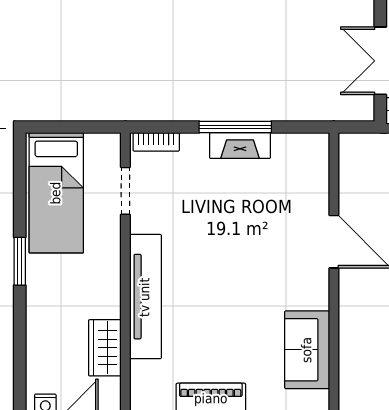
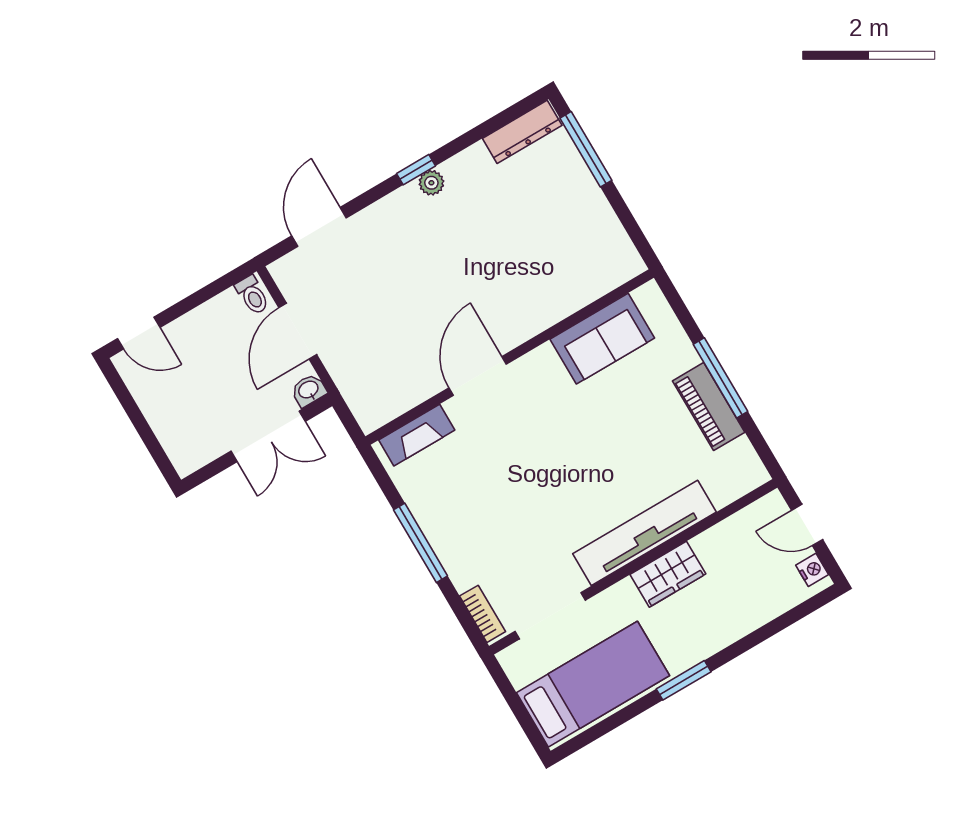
fireplace: (240, 146) -> (417, 435), moved, turned 90
doorway: (125, 191) -> (550, 616), width x1.38
wardrobe: (105, 348) -> (668, 574), moved

